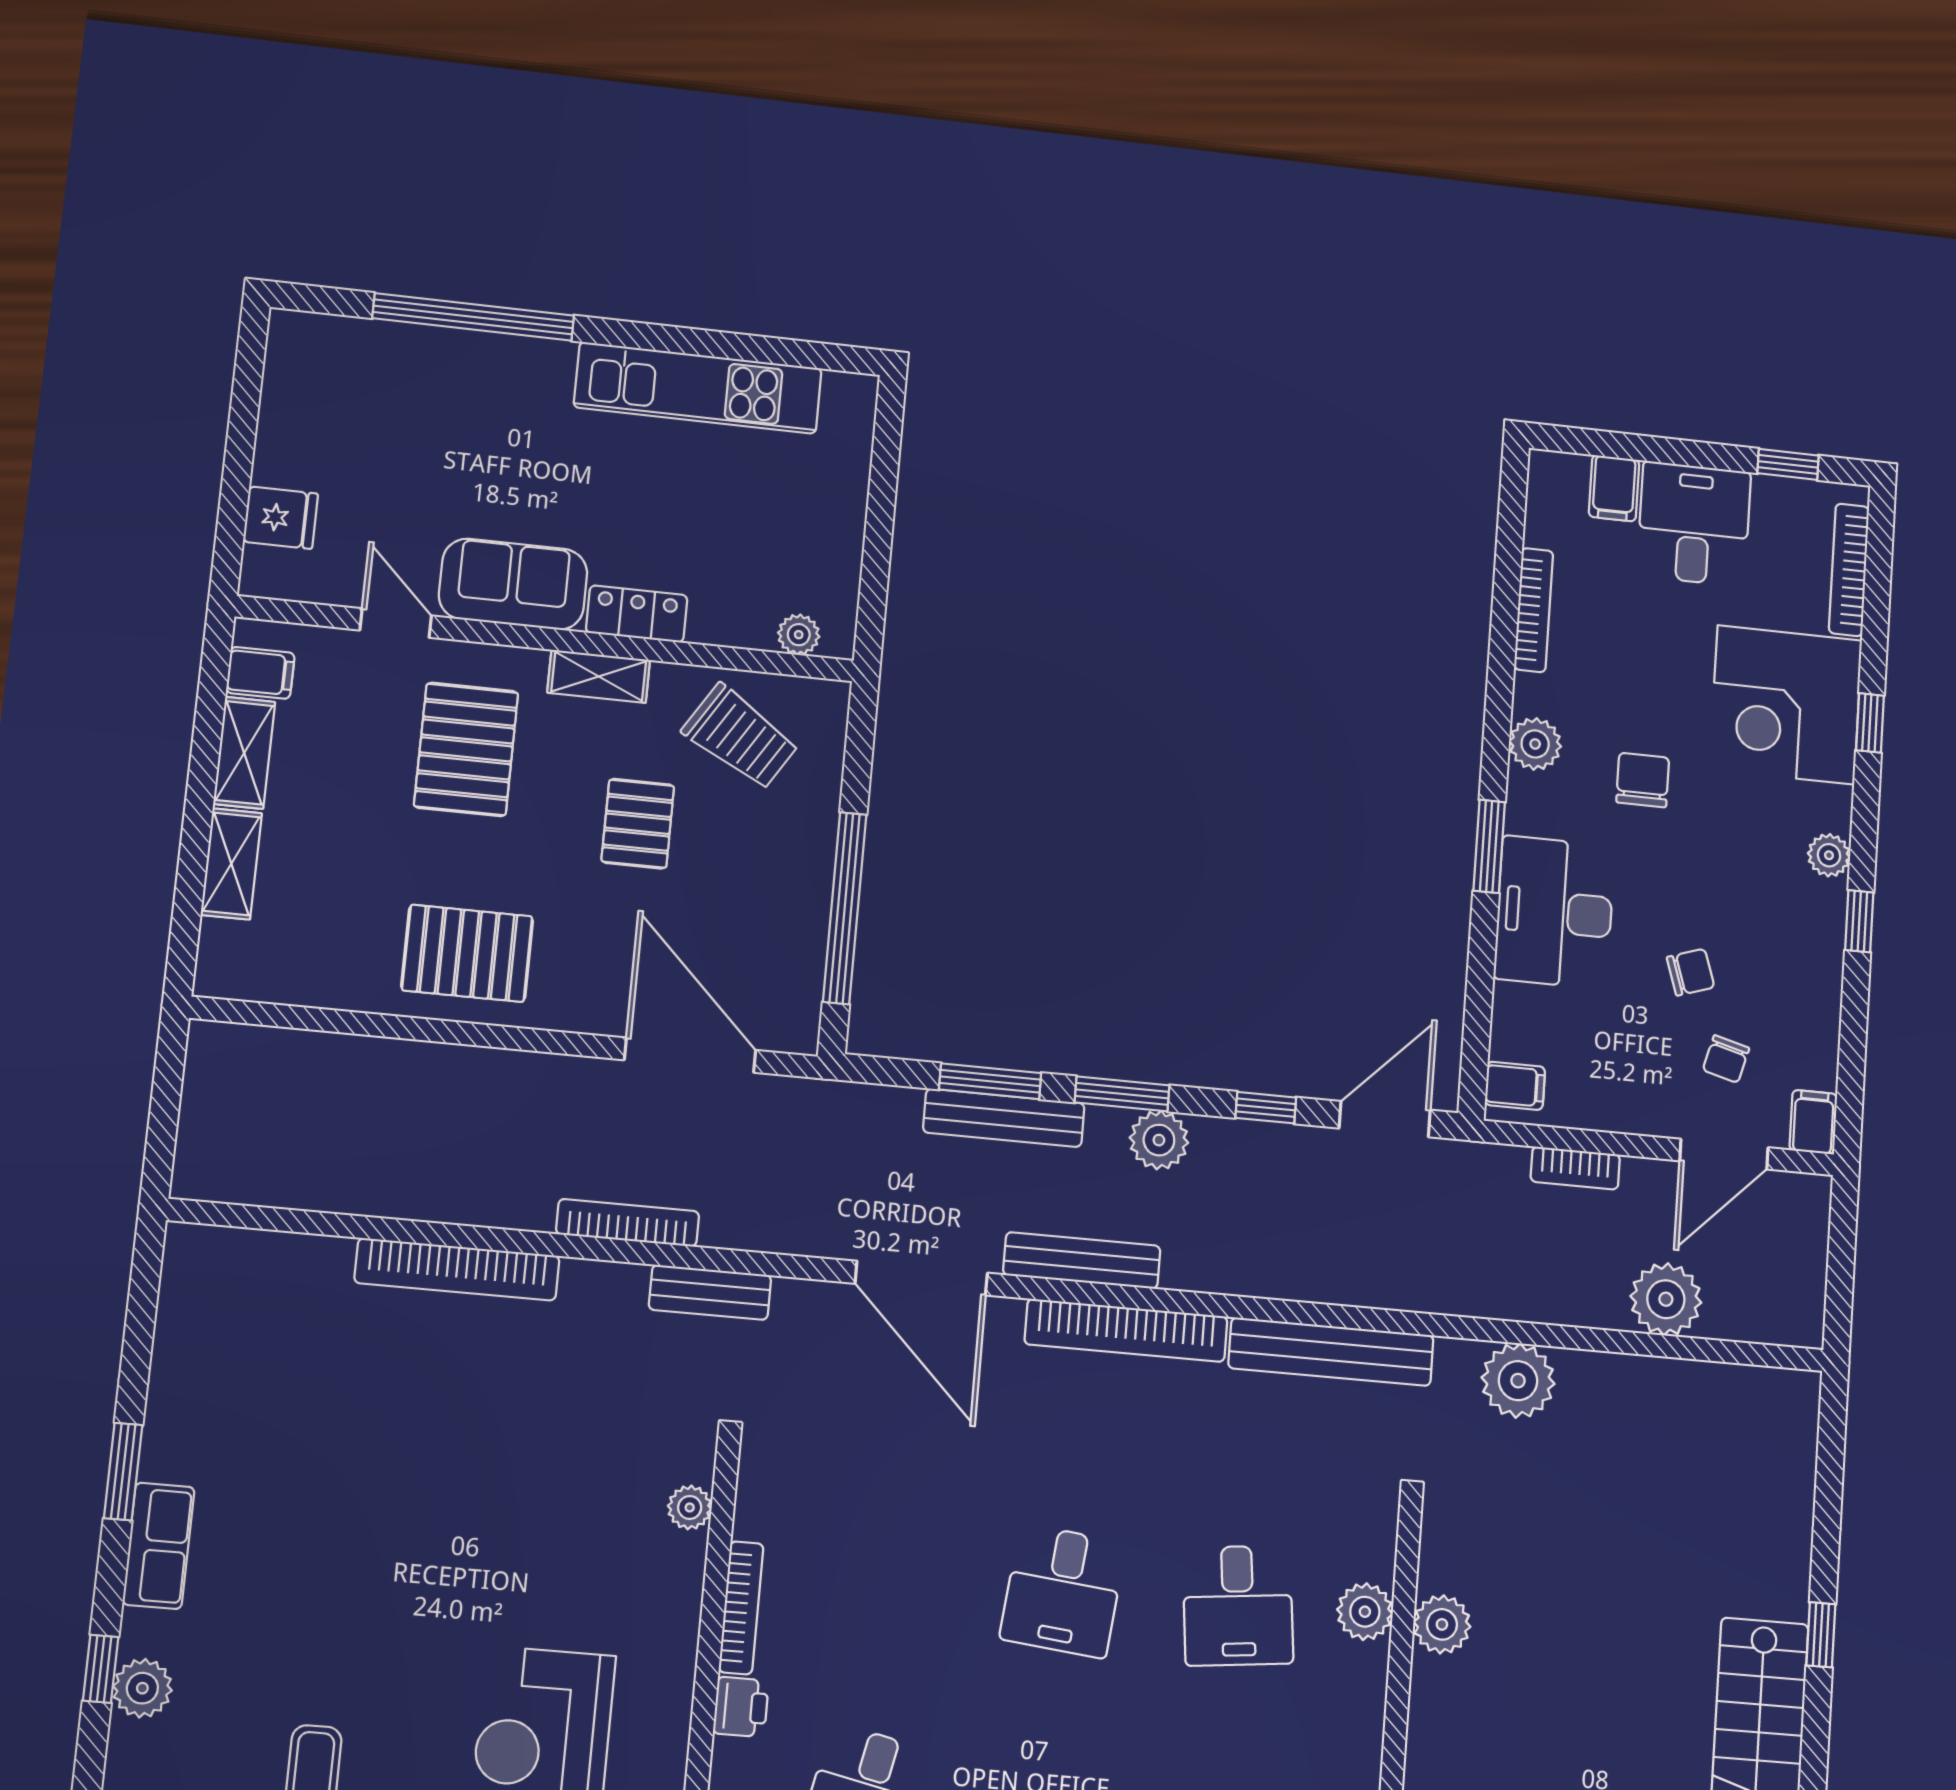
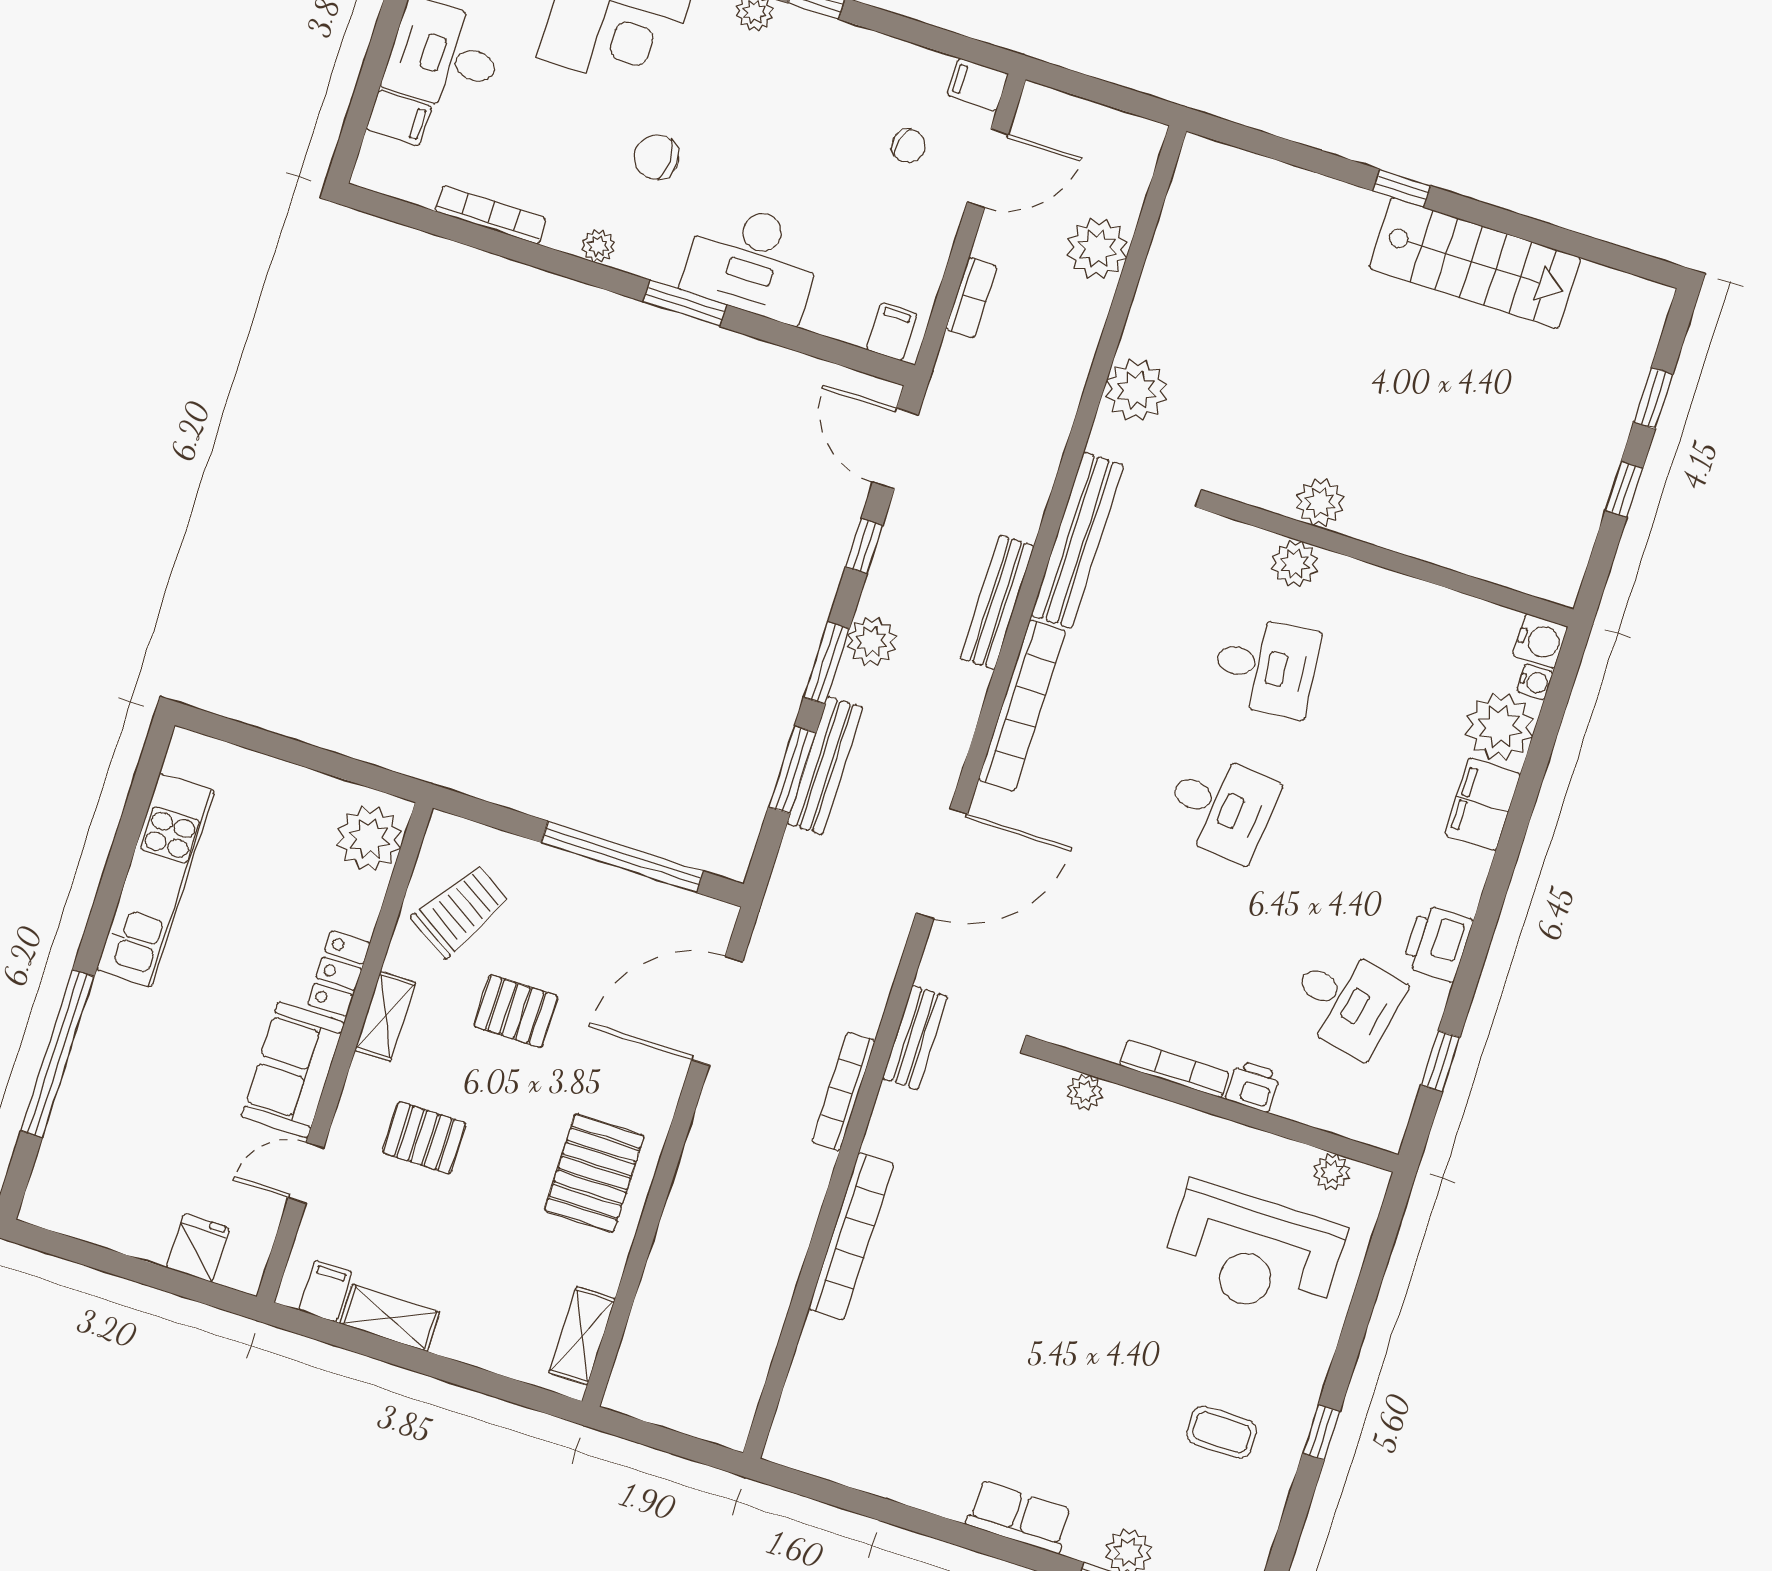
plant: (799, 635) -> (369, 838), width x1.87, depth x1.87
plant: (1535, 744) -> (598, 246), width x0.73, depth x0.73
pallet: (466, 749) -> (424, 1138), width x0.67, depth x0.71
shelving: (231, 864) -> (582, 1336), moved, turned 90
chair: (1691, 972) -> (829, 157), removed
door: (1724, 1154) -> (988, 168), hinge flipped
bench: (1082, 1260) -> (997, 602), moved
window: (123, 1472) -> (954, 1532), removed

